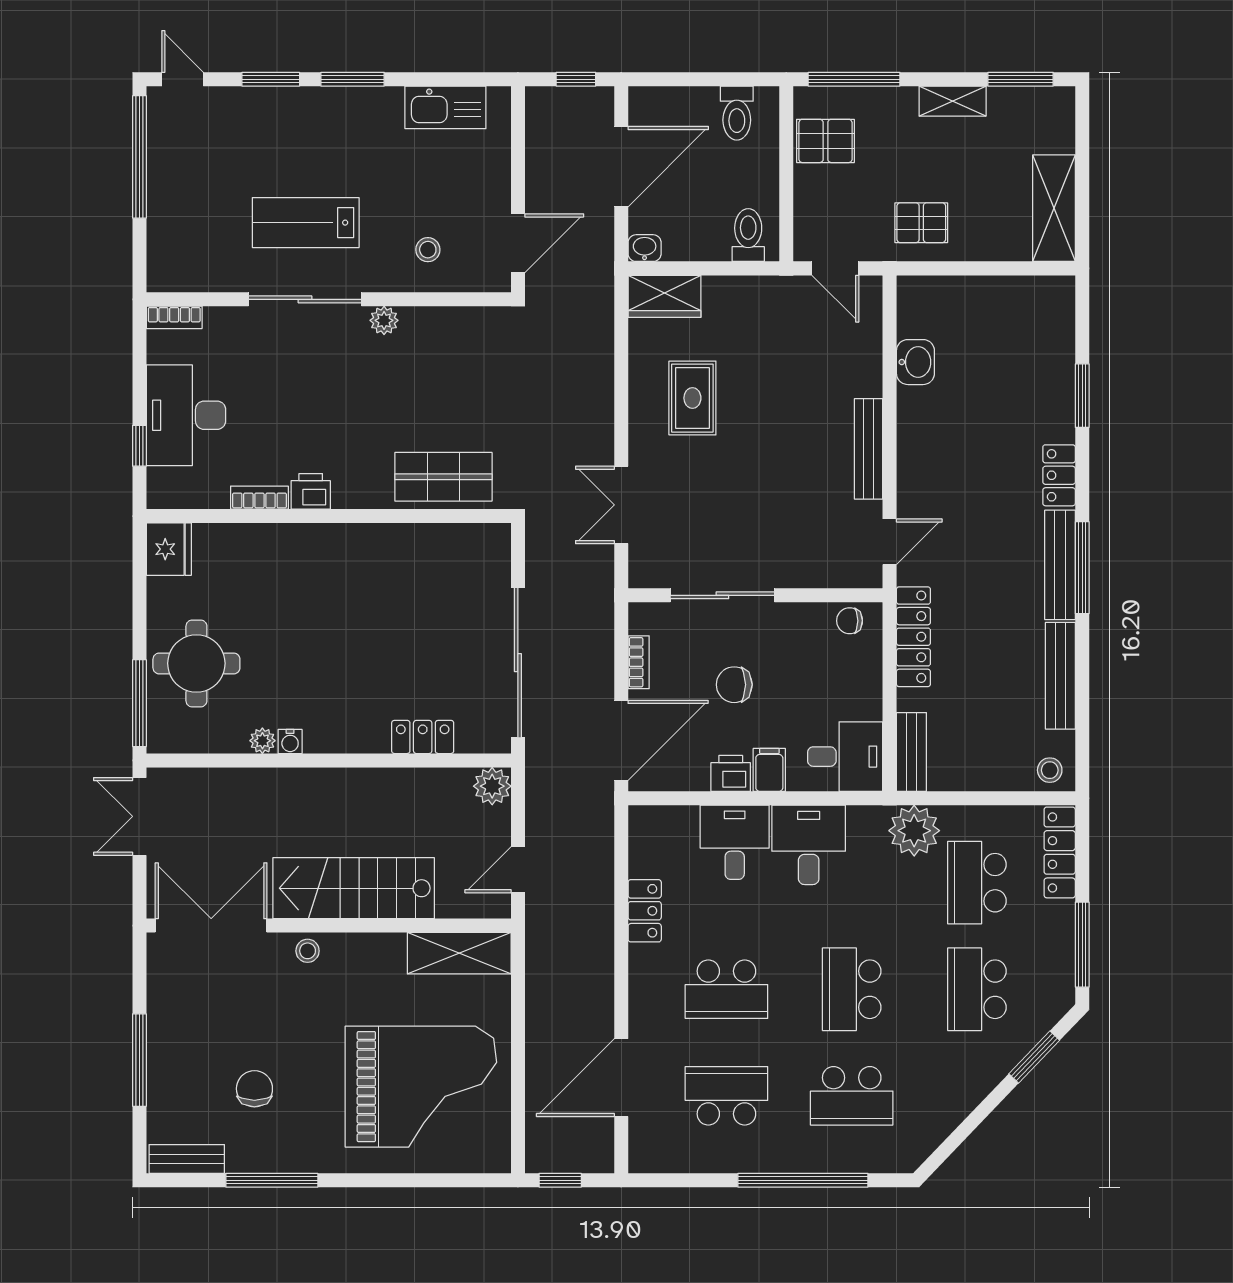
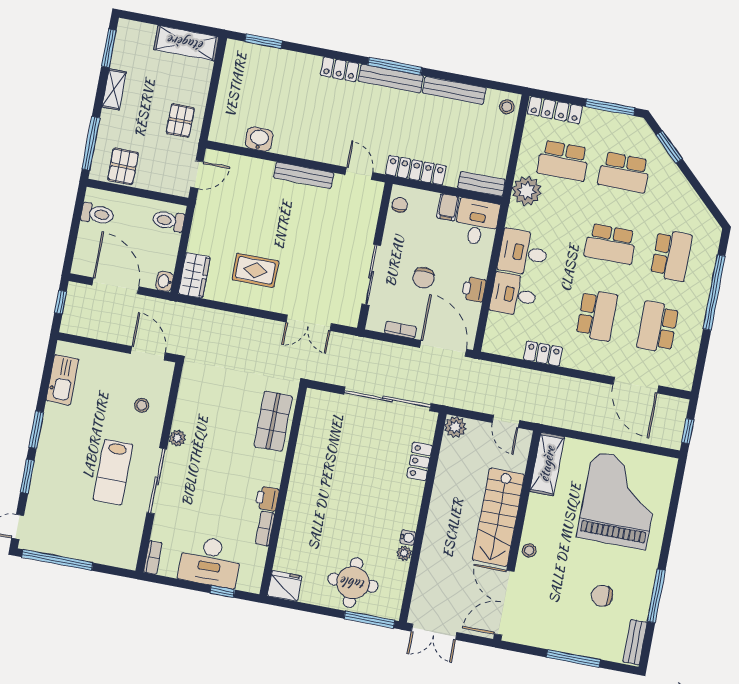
window: (1082, 396) -> (264, 41), moved
chair: (850, 621) -> (400, 205), turned 180
filing cabinet: (769, 770) -> (448, 207), moved, turned -90

